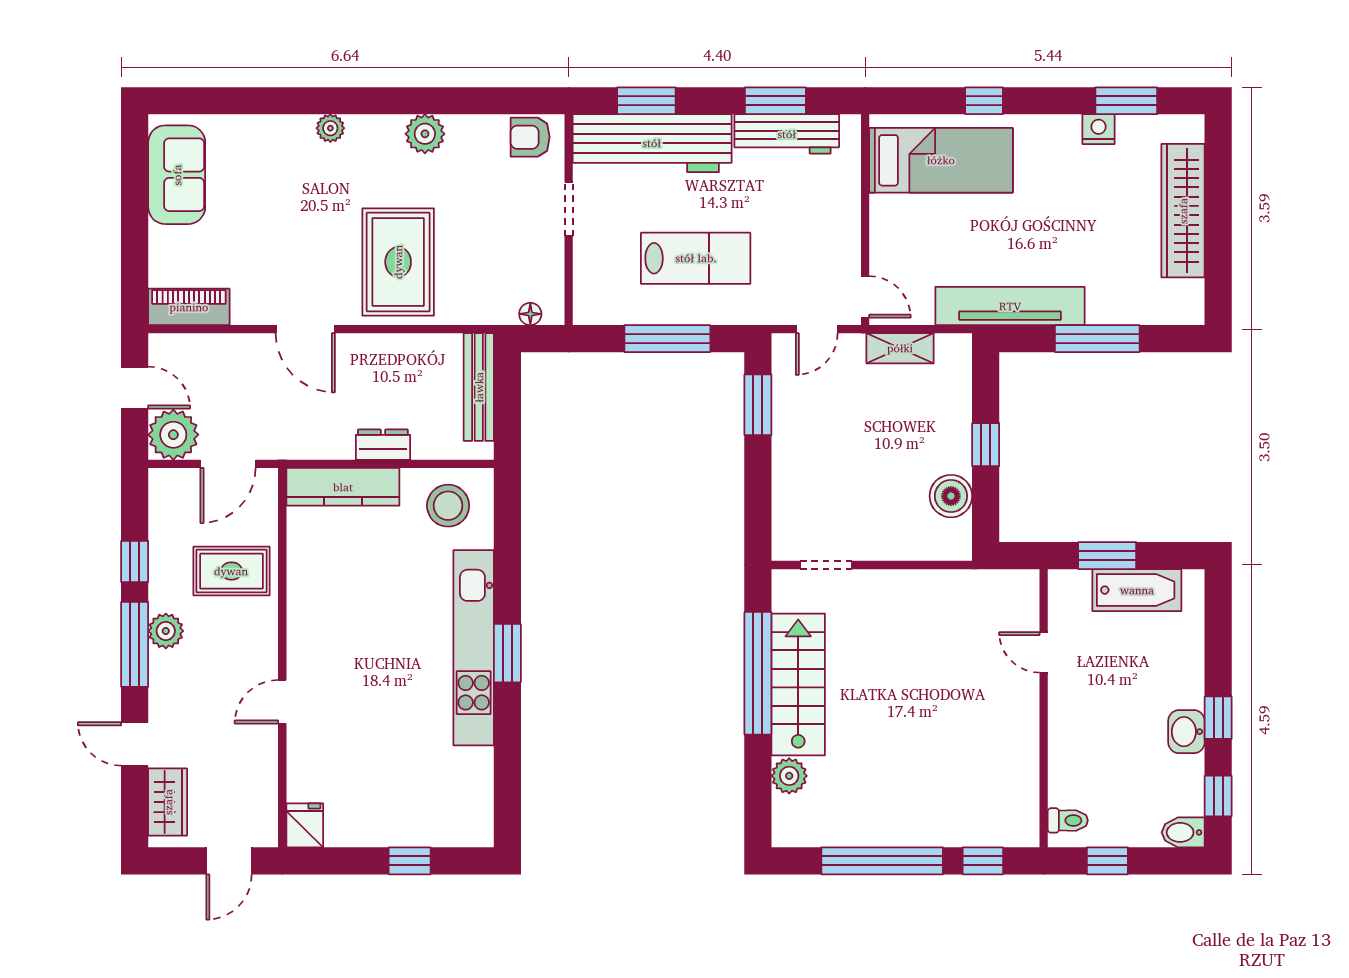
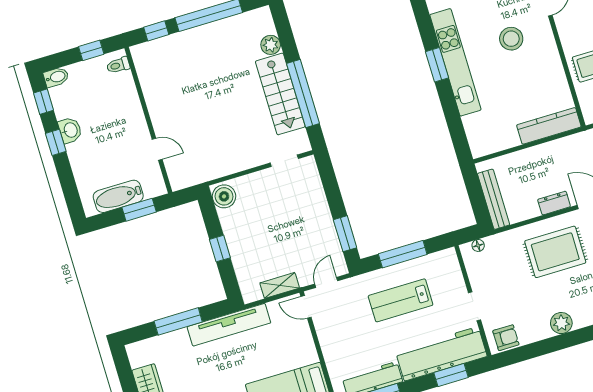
rug: (398, 262) -> (555, 252), turned 90
dresser: (383, 445) -> (554, 203), moved, turned 180
boiler: (951, 496) -> (224, 196), moved
stool: (448, 506) -> (511, 39), moved

